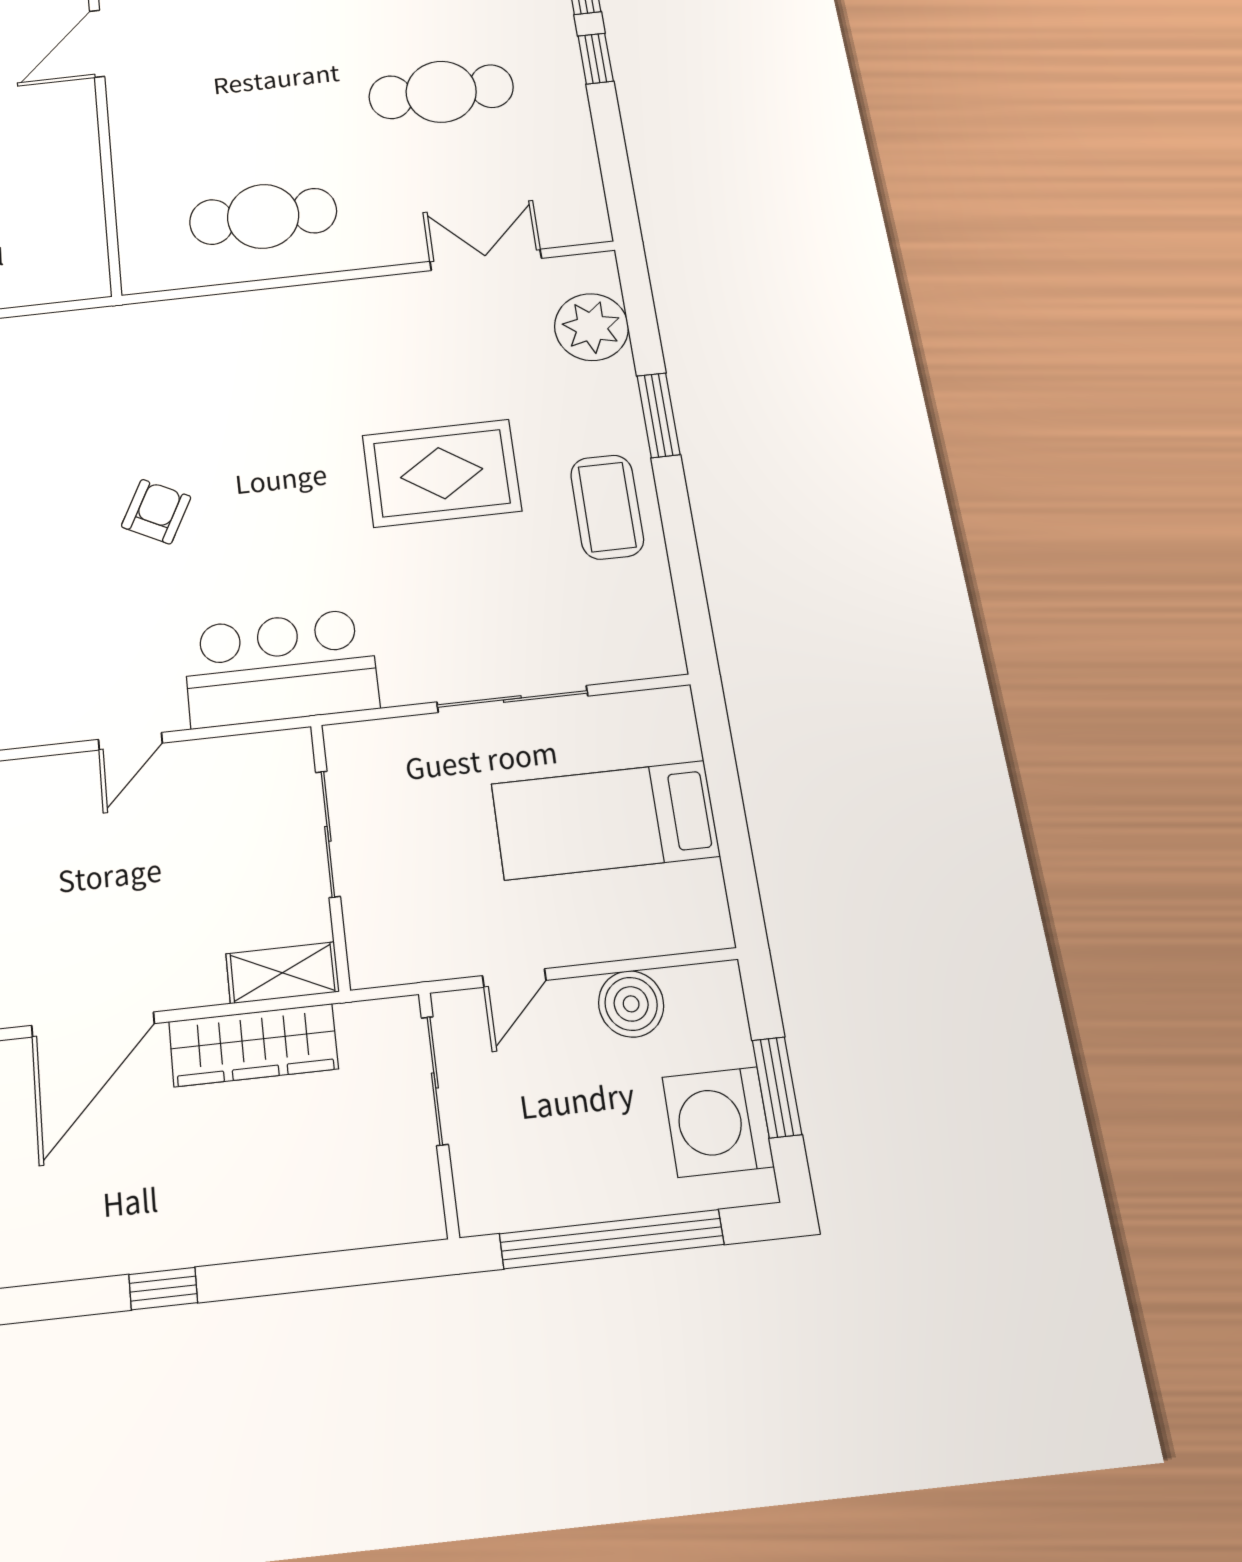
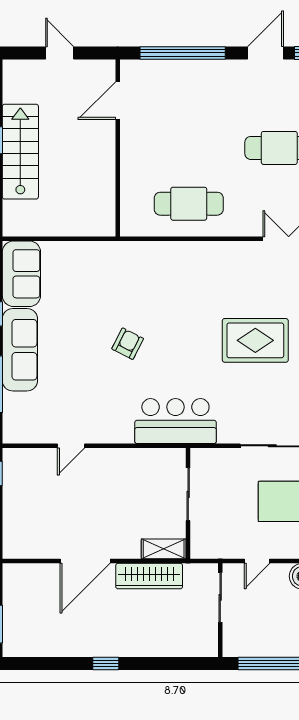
door: (130, 741) -> (71, 446), moved

